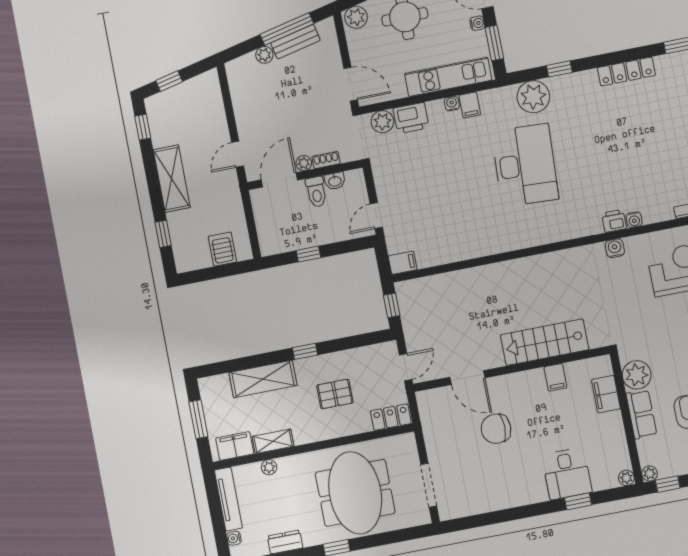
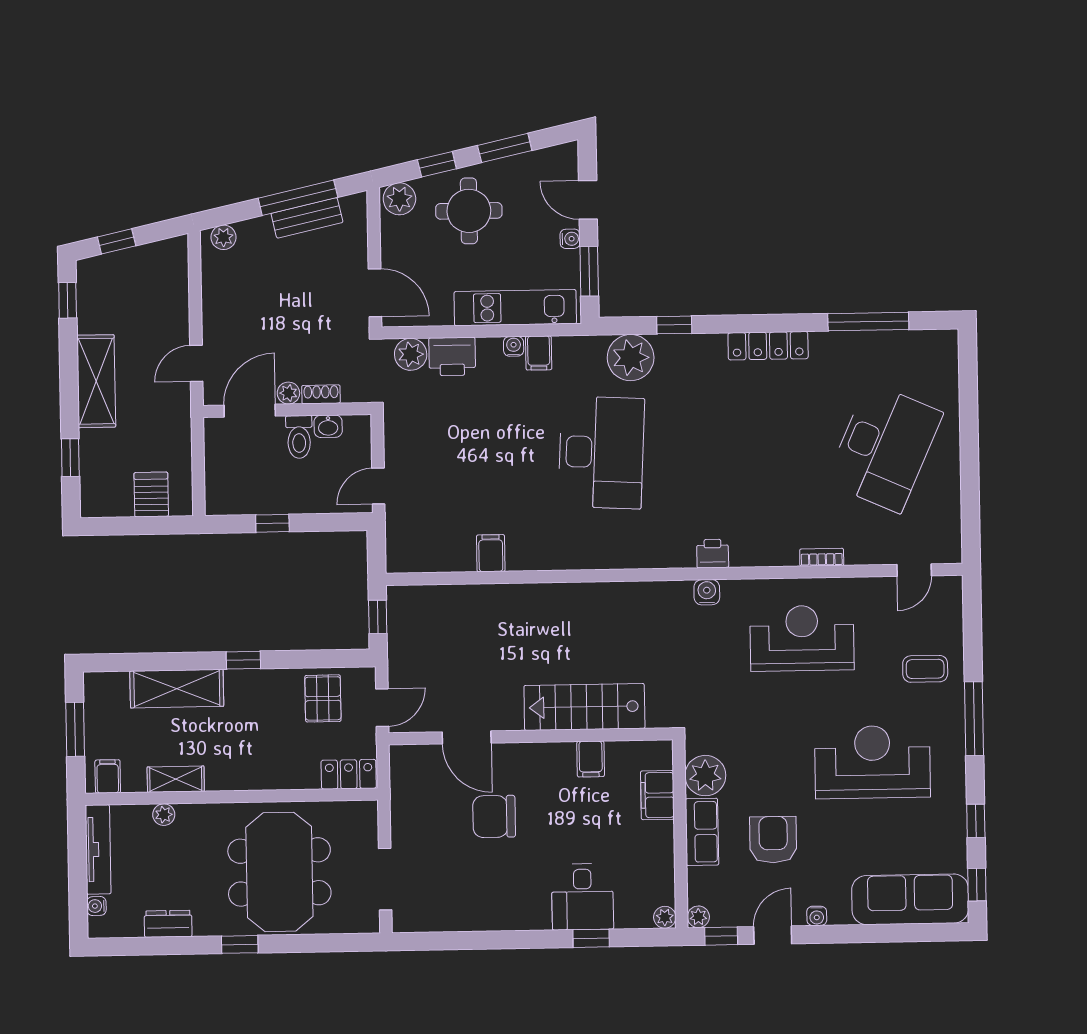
plant: (264, 55) -> (224, 237), moved
water cooler: (634, 220) -> (741, 557), removed
filing cabinet: (403, 263) -> (491, 553), moved, turned -90
pallet: (335, 394) -> (323, 698), moved, turned 90
filing cabinet: (235, 446) -> (108, 776), width x0.50

